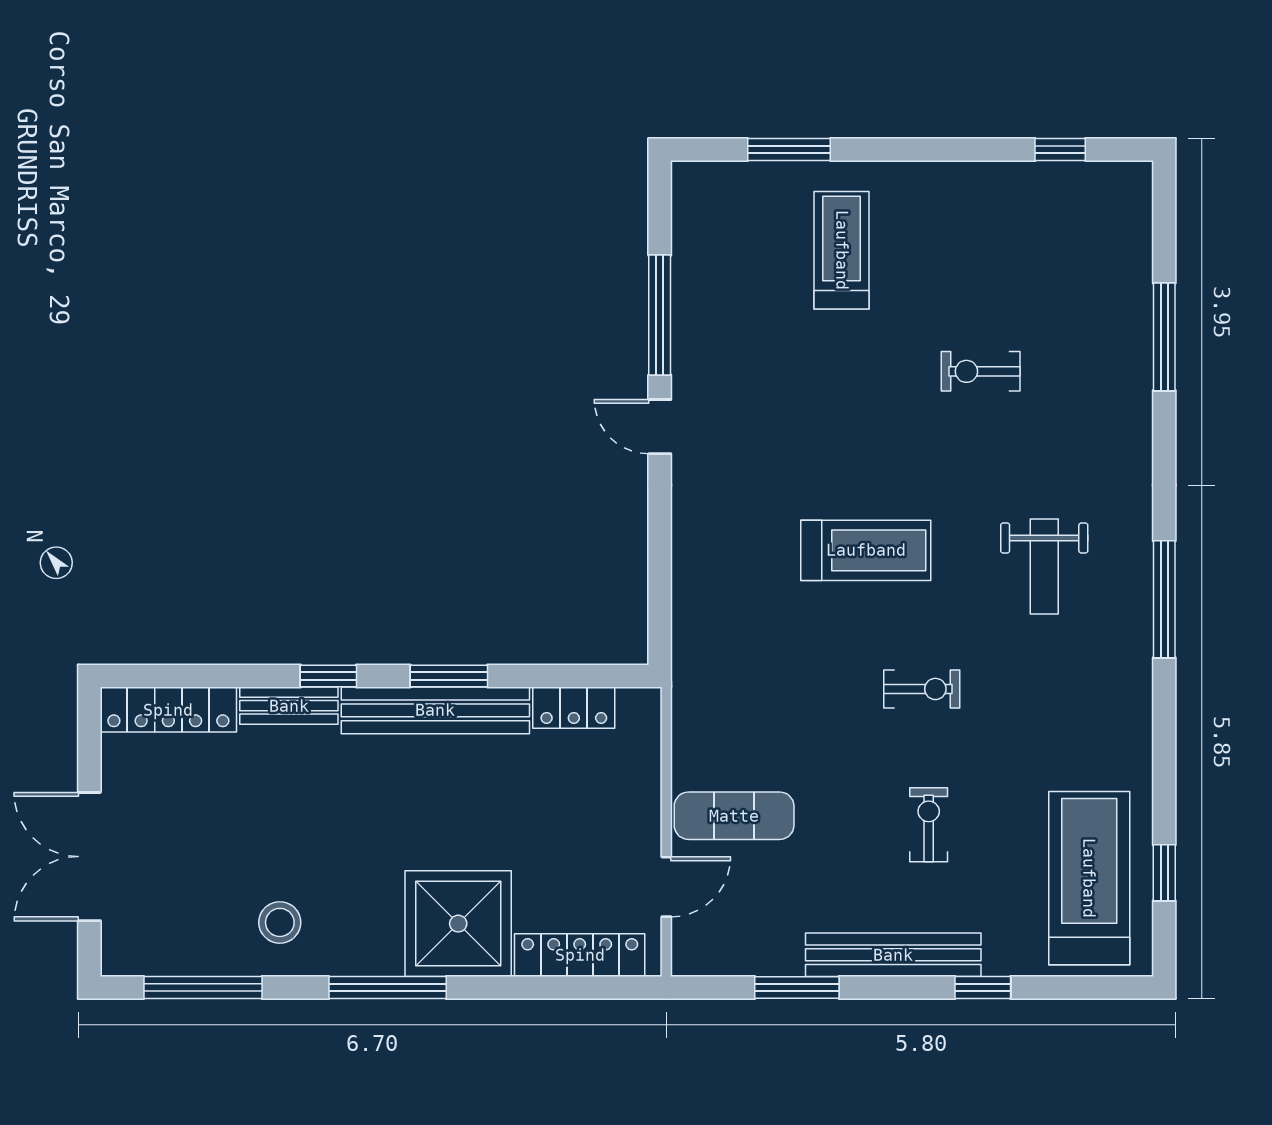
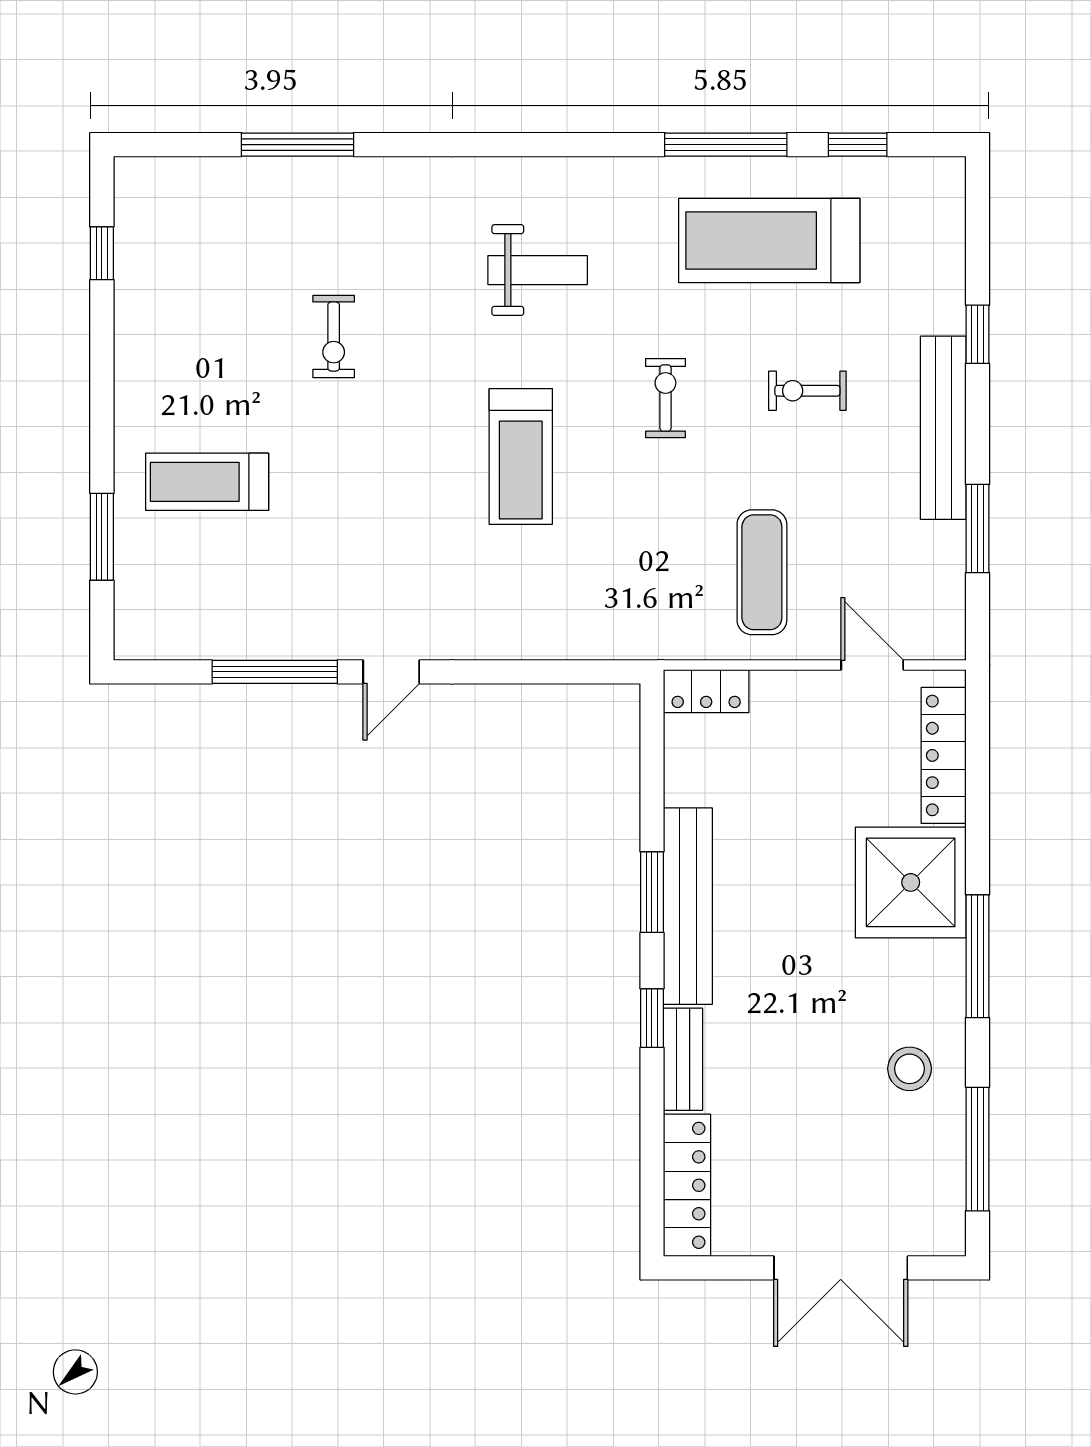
treadmill: (866, 550) -> (521, 457), turned 180
window: (1164, 599) -> (726, 145), moved
locker: (574, 708) -> (706, 691), moved, turned 90
exercise mat: (734, 816) -> (762, 572), moved
treadmill: (1089, 878) -> (769, 241), moved

